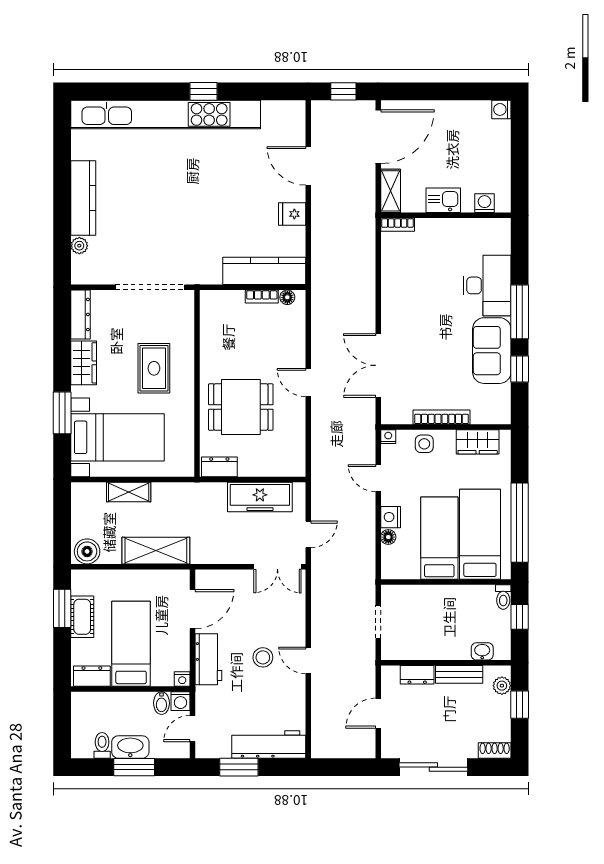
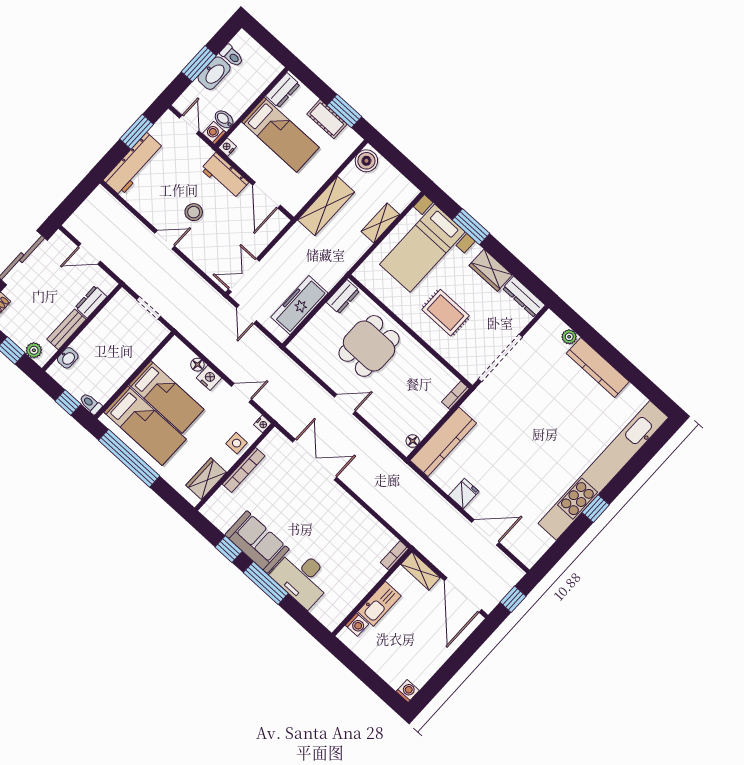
kitchen sink: (443, 200) -> (379, 604), width x1.38
bookcase: (262, 296) -> (455, 395), moved
door: (378, 713) -> (89, 254), swing flipped

